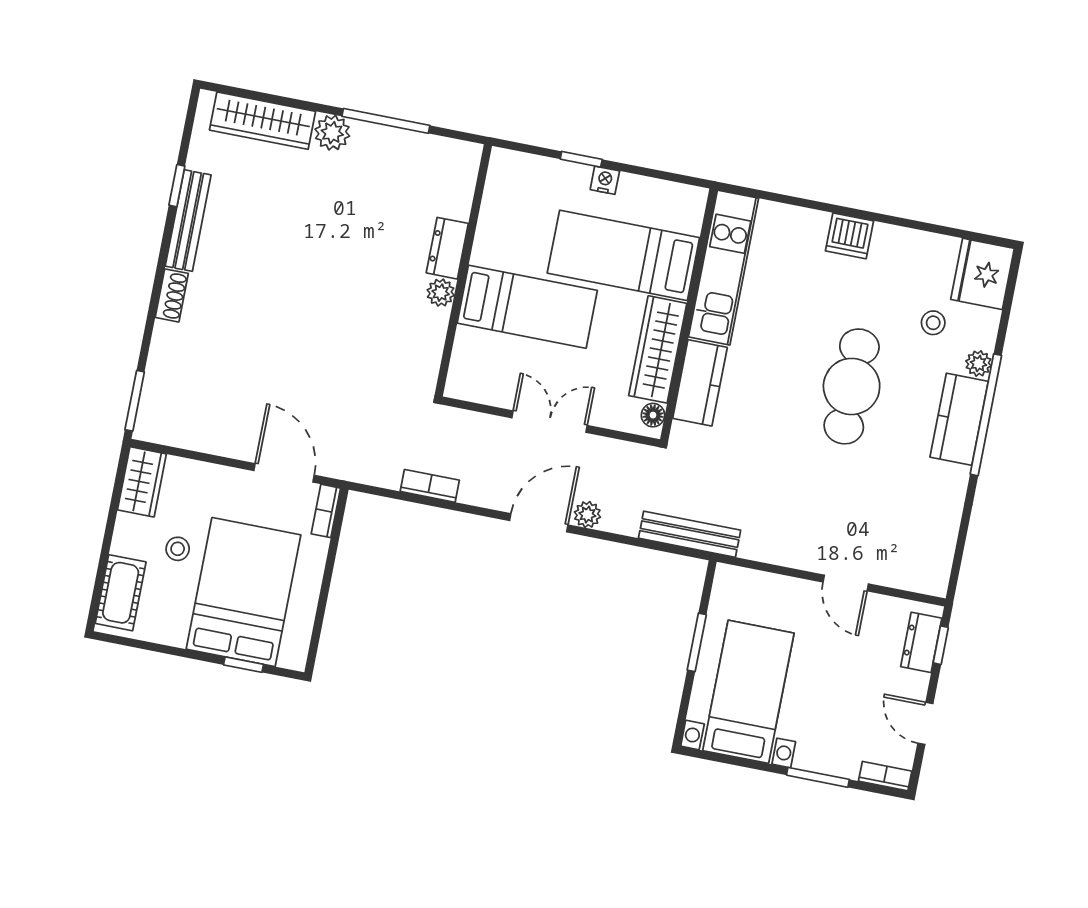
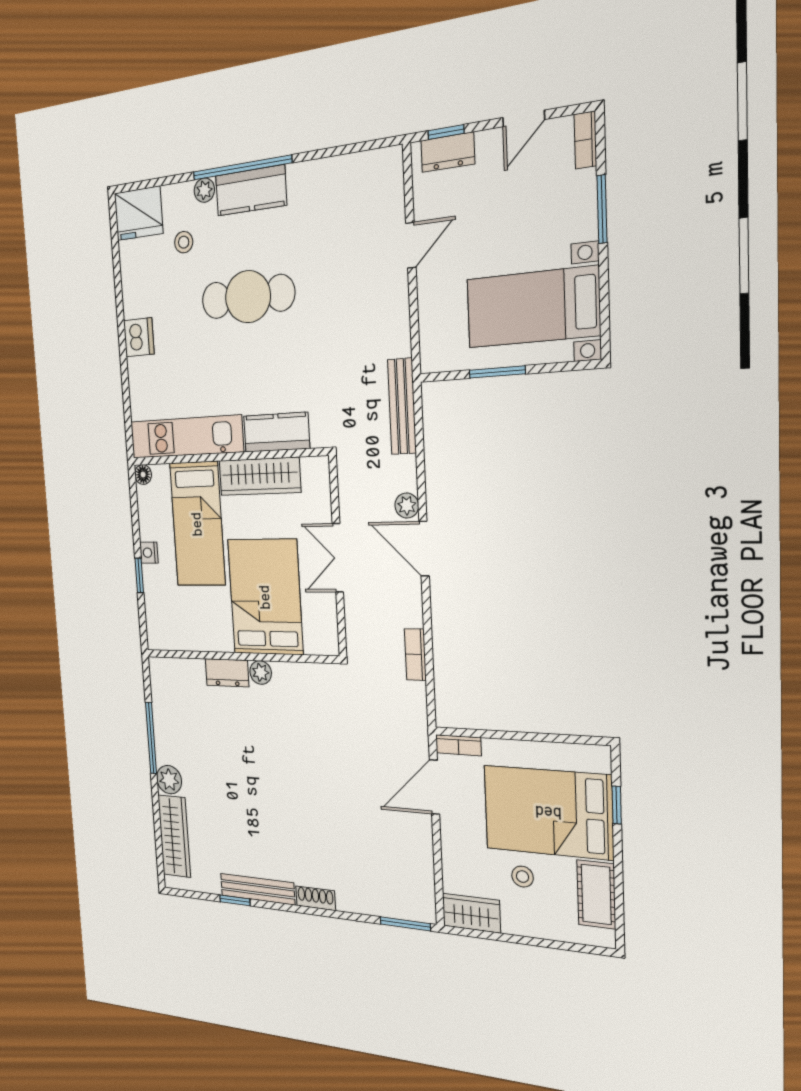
bed: (527, 307) -> (265, 597), width x1.50
floor lamp: (653, 415) -> (143, 475), moved
cot: (121, 593) -> (596, 894), moved, turned 90

